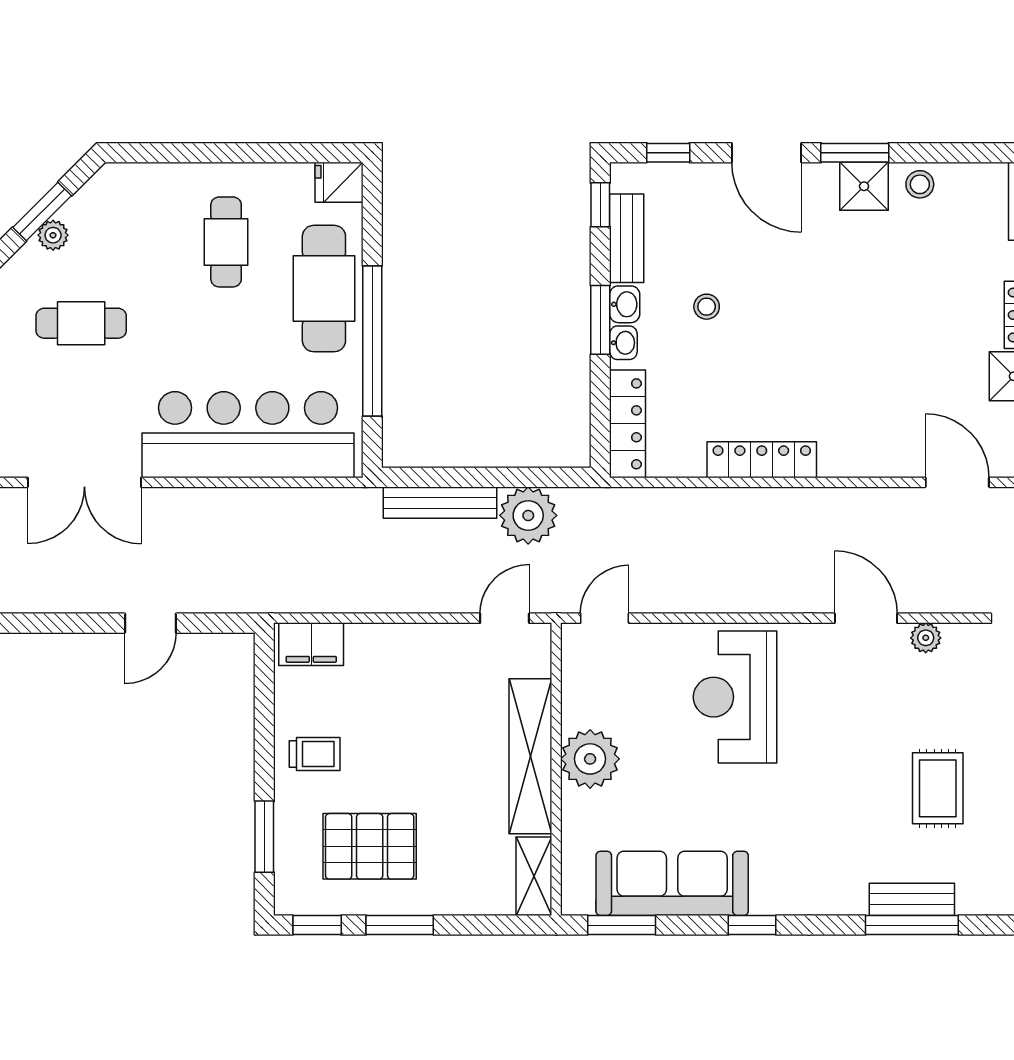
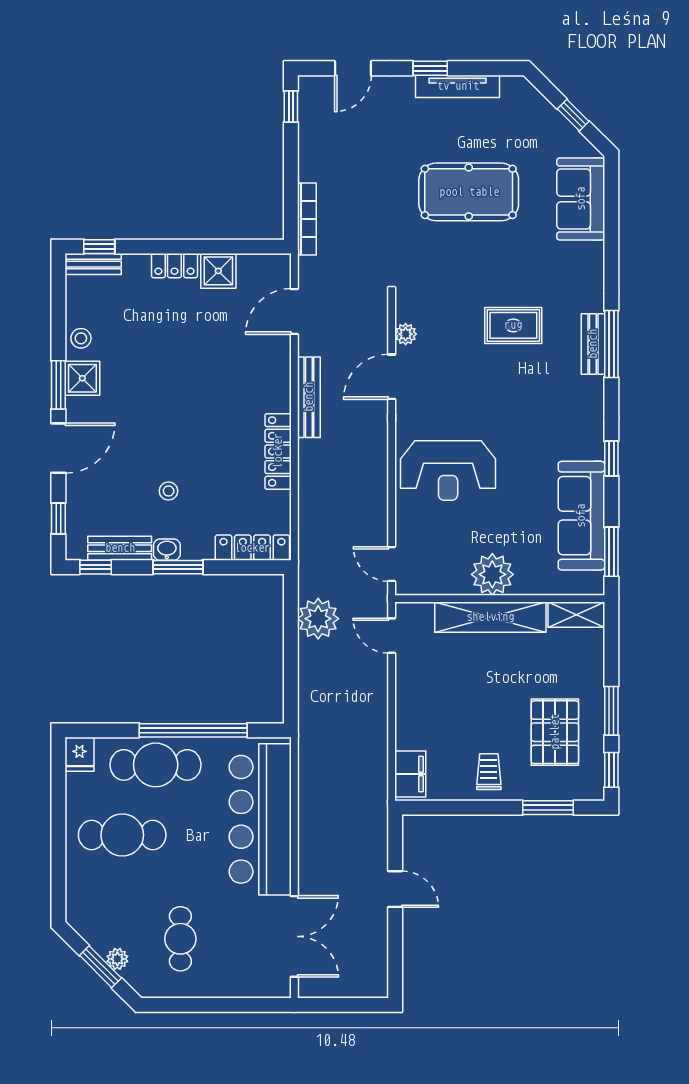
cafe table: (226, 242) -> (122, 835), width x1.37, depth x1.35
washbasin: (623, 343) -> (194, 551), removed
bench: (440, 503) -> (309, 397), moved

